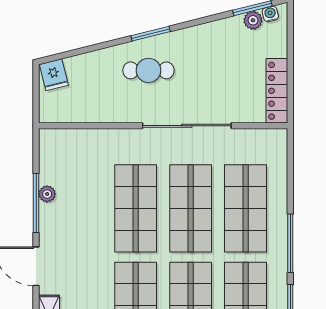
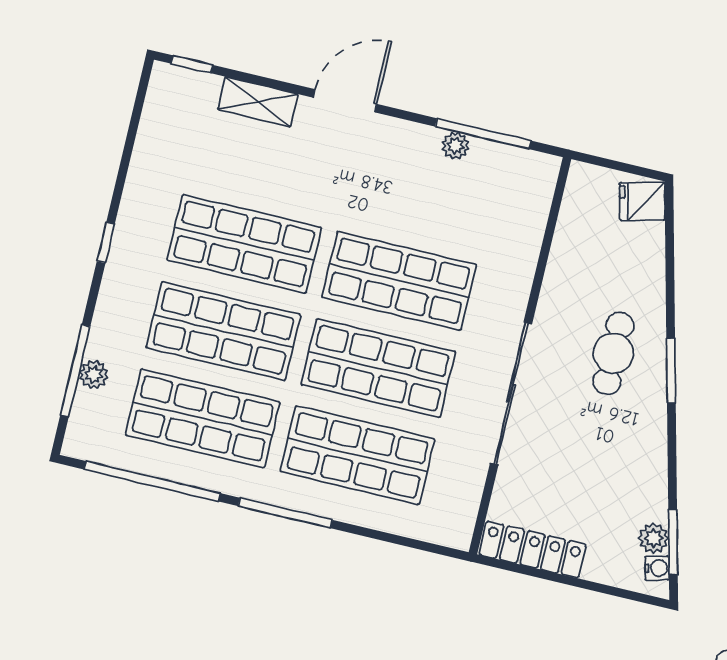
window: (36, 203) -> (483, 134), moved

